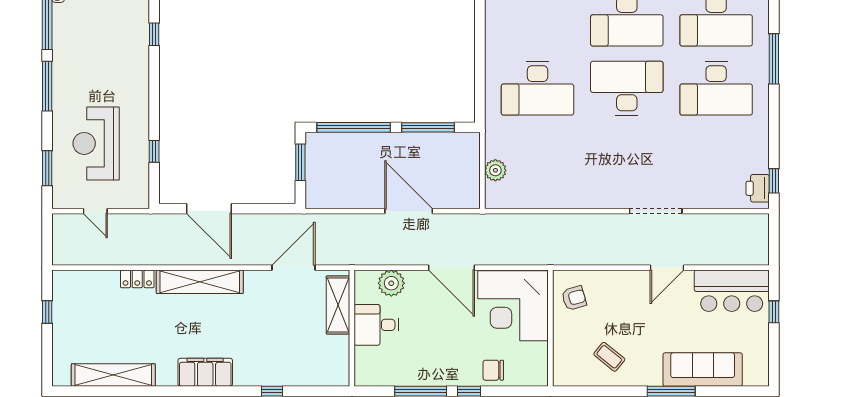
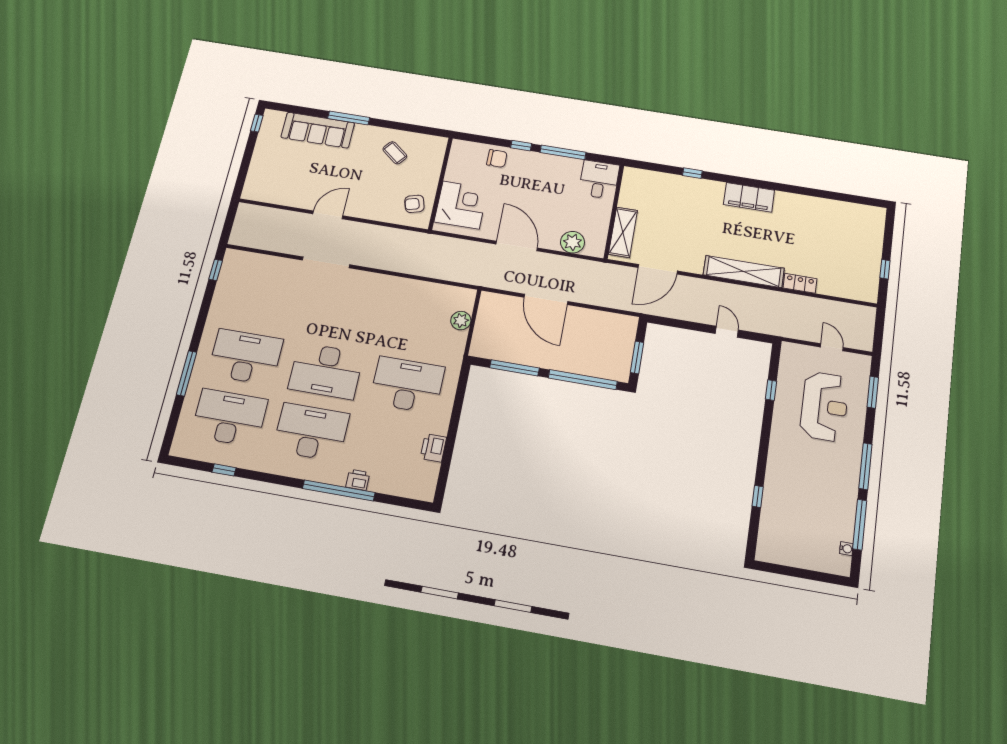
printer: (758, 188) -> (433, 448), moved, turned 180
door: (209, 209) -> (727, 332), width x0.53
bar counter: (732, 291) -> (277, 187), removed
corner desk: (513, 306) -> (461, 205), width x0.74, depth x0.74
window: (774, 312) -> (257, 123), moved
desk: (376, 325) -> (599, 180), moved, turned -90
shelving: (113, 375) -> (831, 208), removed

